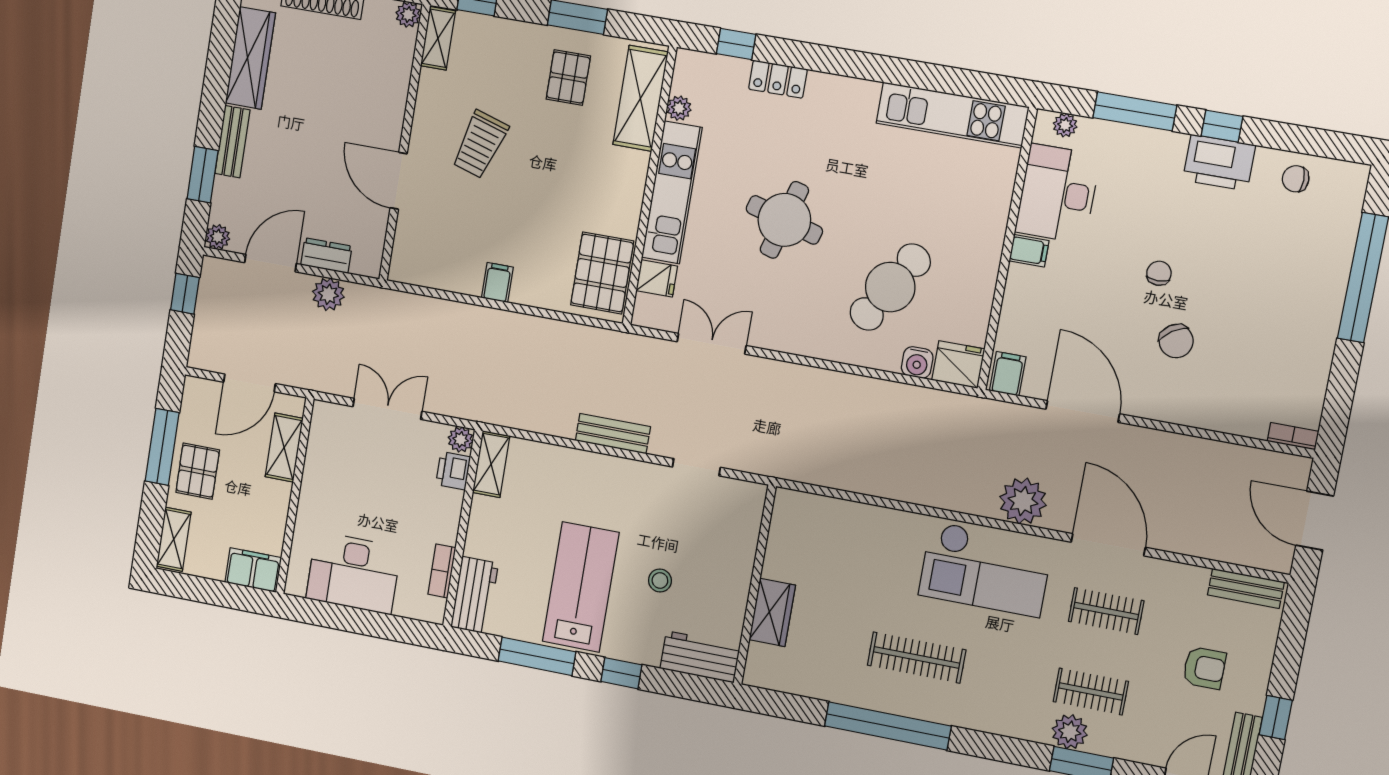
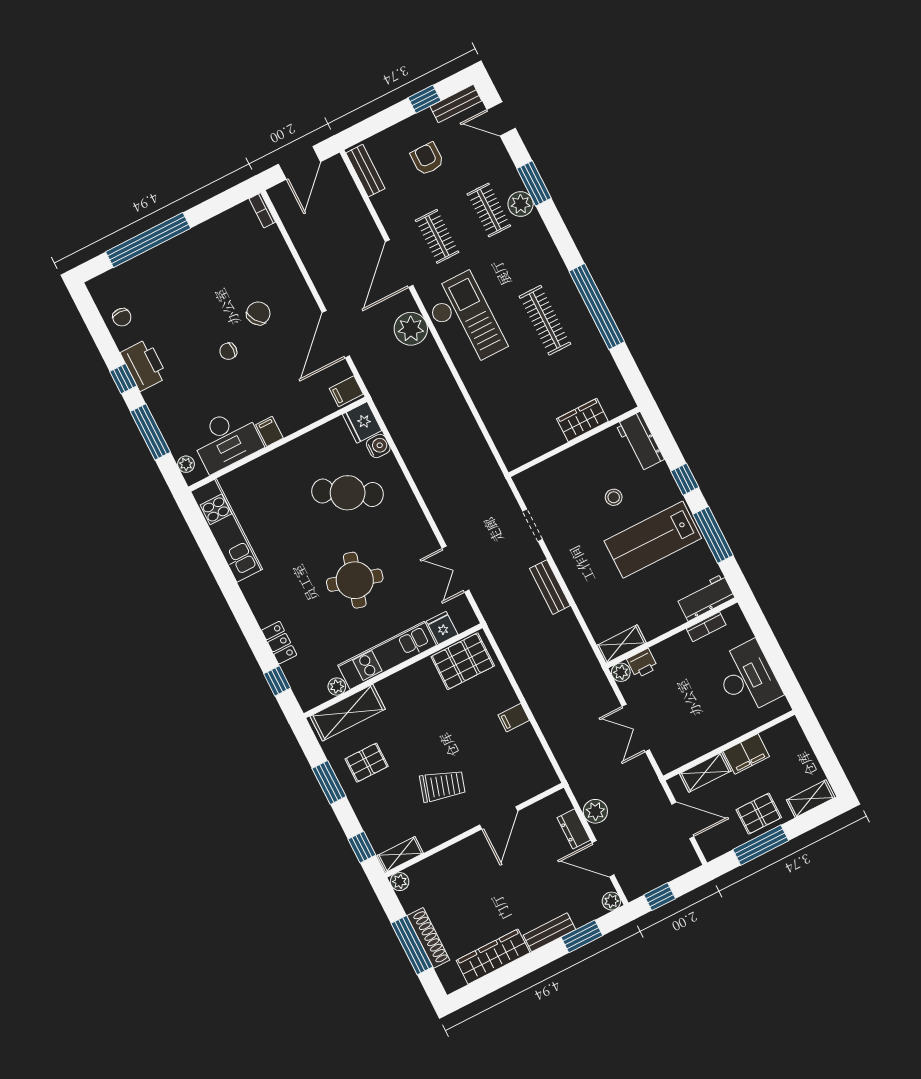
filing cabinet: (253, 570) -> (746, 754), moved, turned -90

